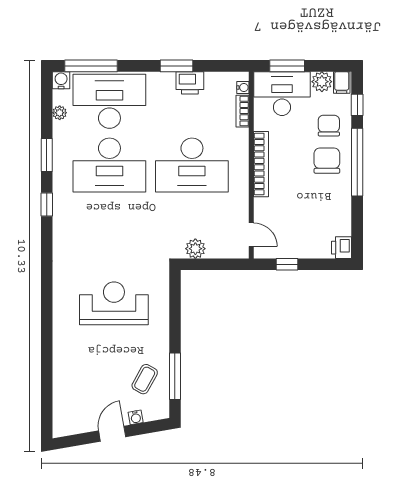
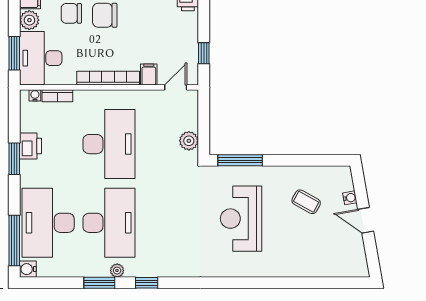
plant: (60, 113) -> (117, 271), moved
filing cabinet: (265, 207) -> (149, 75), added
window: (175, 376) -> (240, 160), moved
coffee table: (145, 379) -> (306, 202), moved

